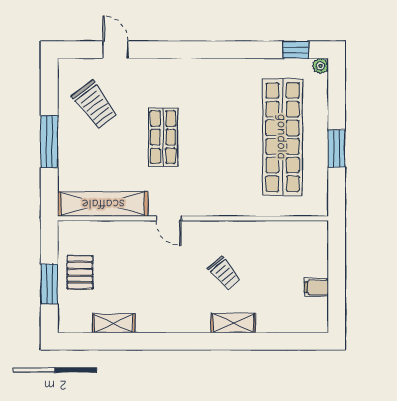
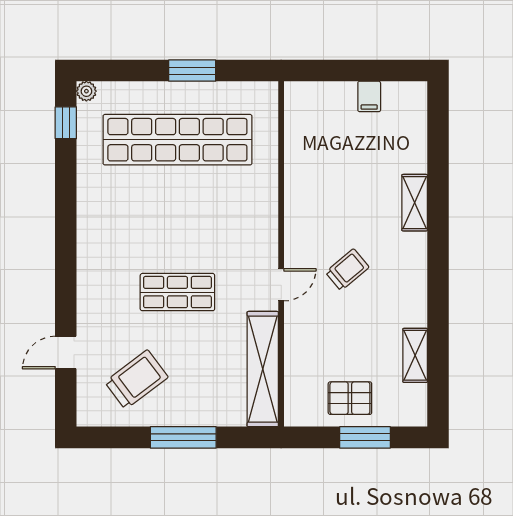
trolley: (224, 273) -> (347, 270), moved

